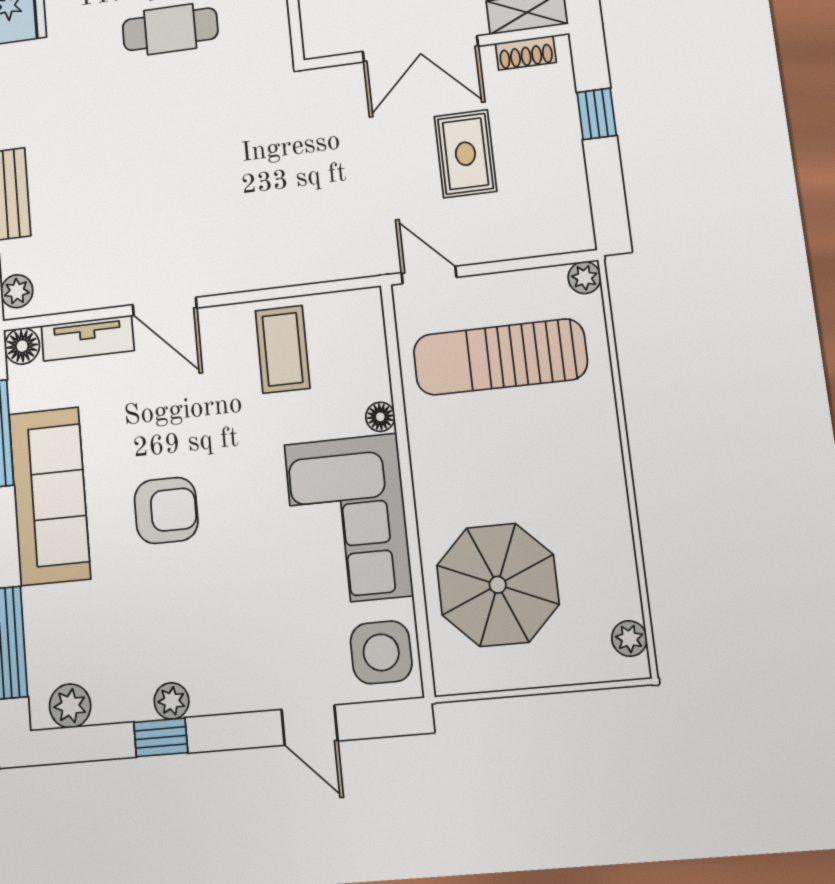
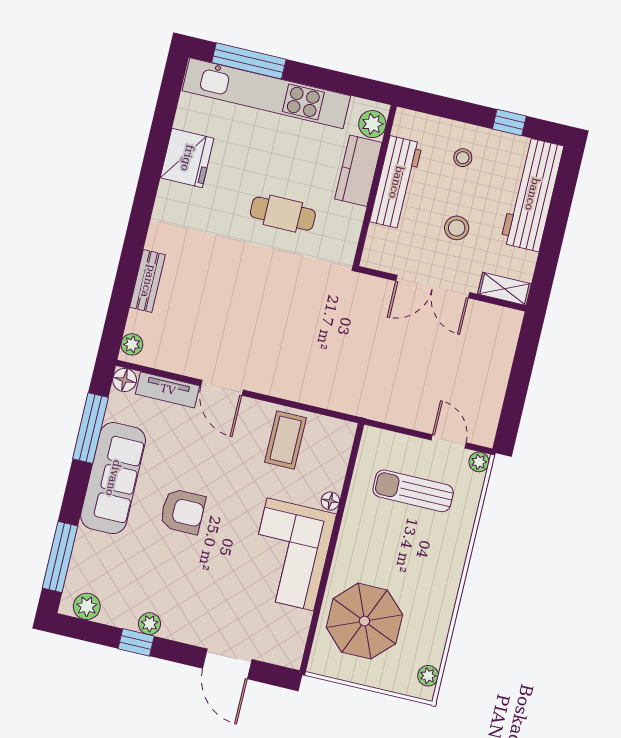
shoe rack: (526, 53) -> (495, 314), removed
window: (597, 114) -> (522, 367), removed
rug: (465, 154) -> (437, 362), removed
door: (429, 275) -> (449, 441), moved
sun lounger: (500, 357) -> (413, 491), width x0.73, depth x0.75
side table: (381, 652) -> (283, 637), removed
door: (310, 725) -> (227, 664), width x1.37

